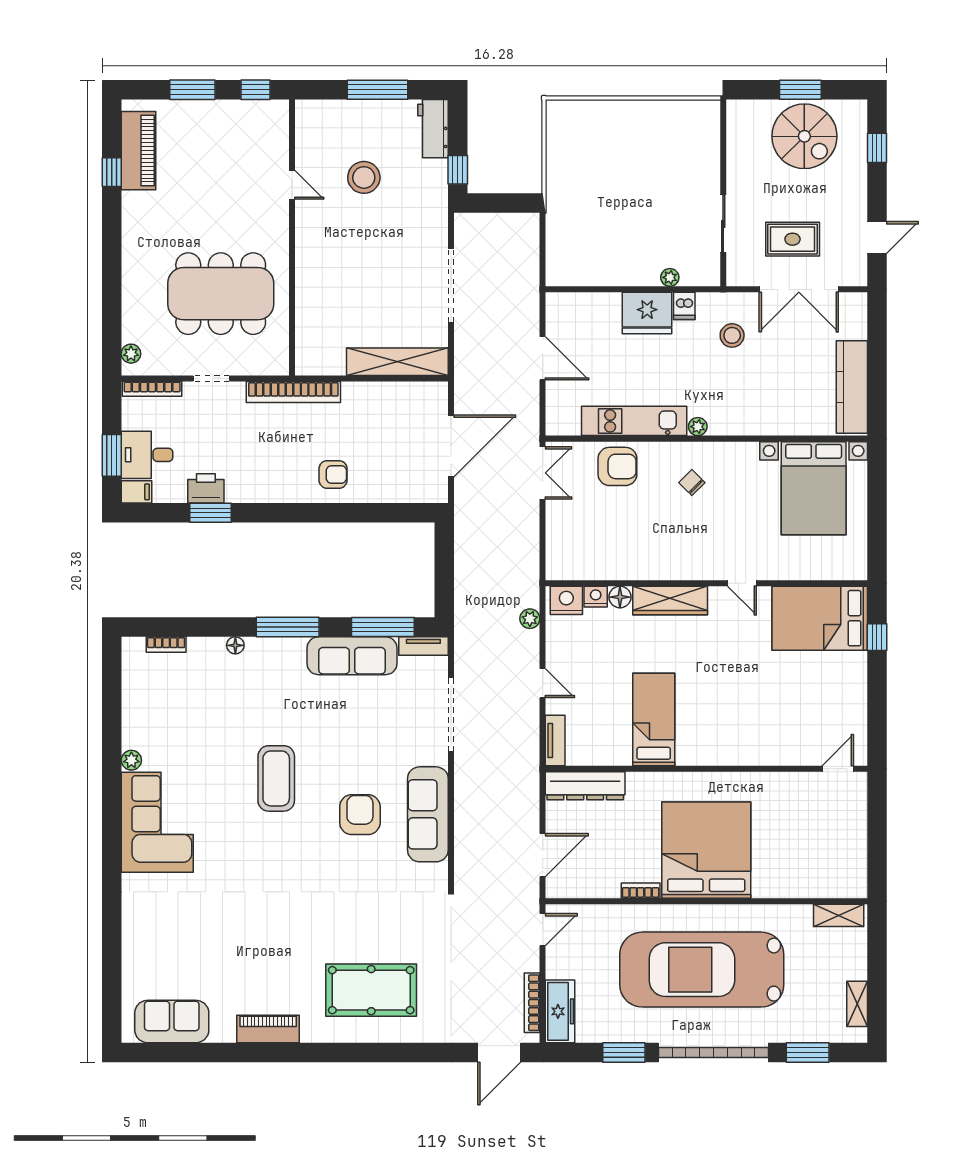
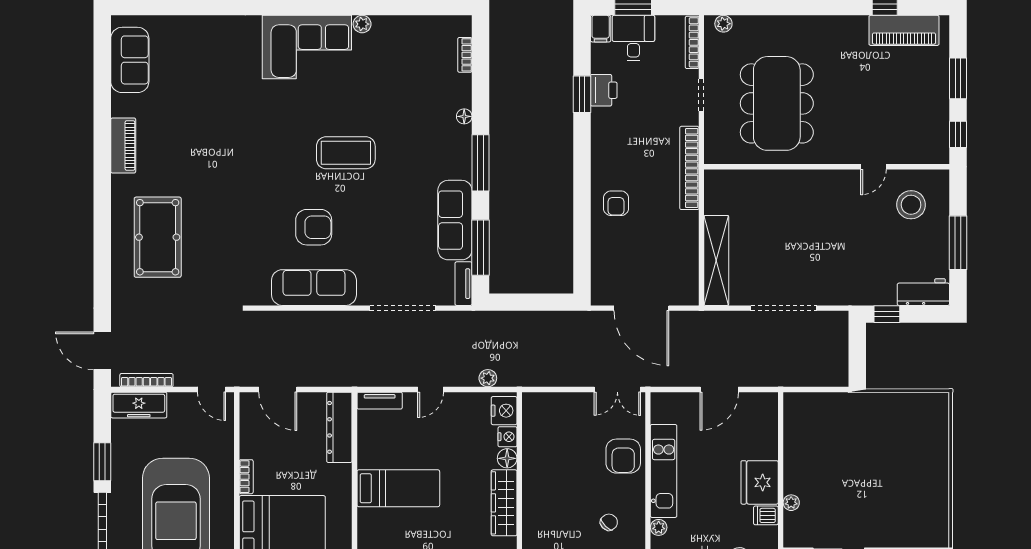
stool: (364, 177) -> (911, 205), moved

